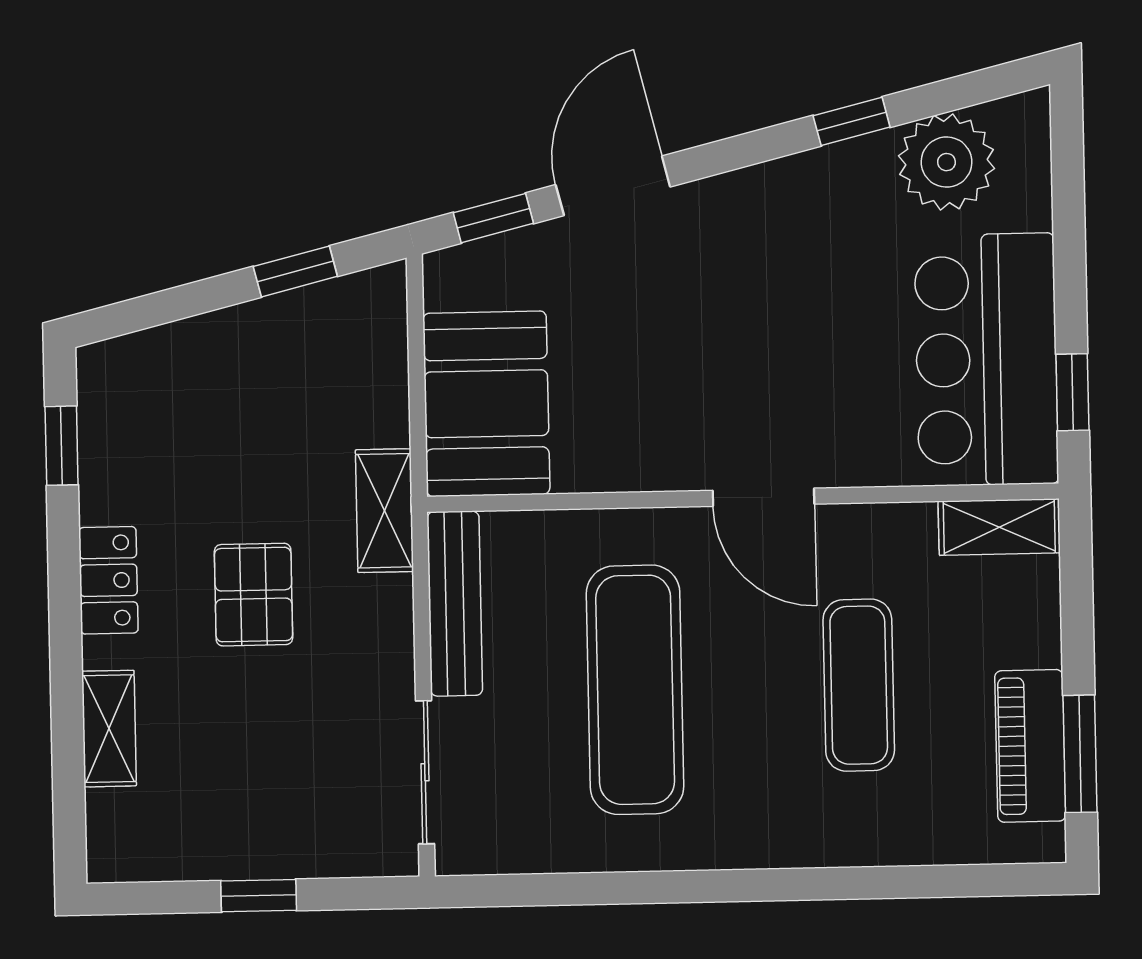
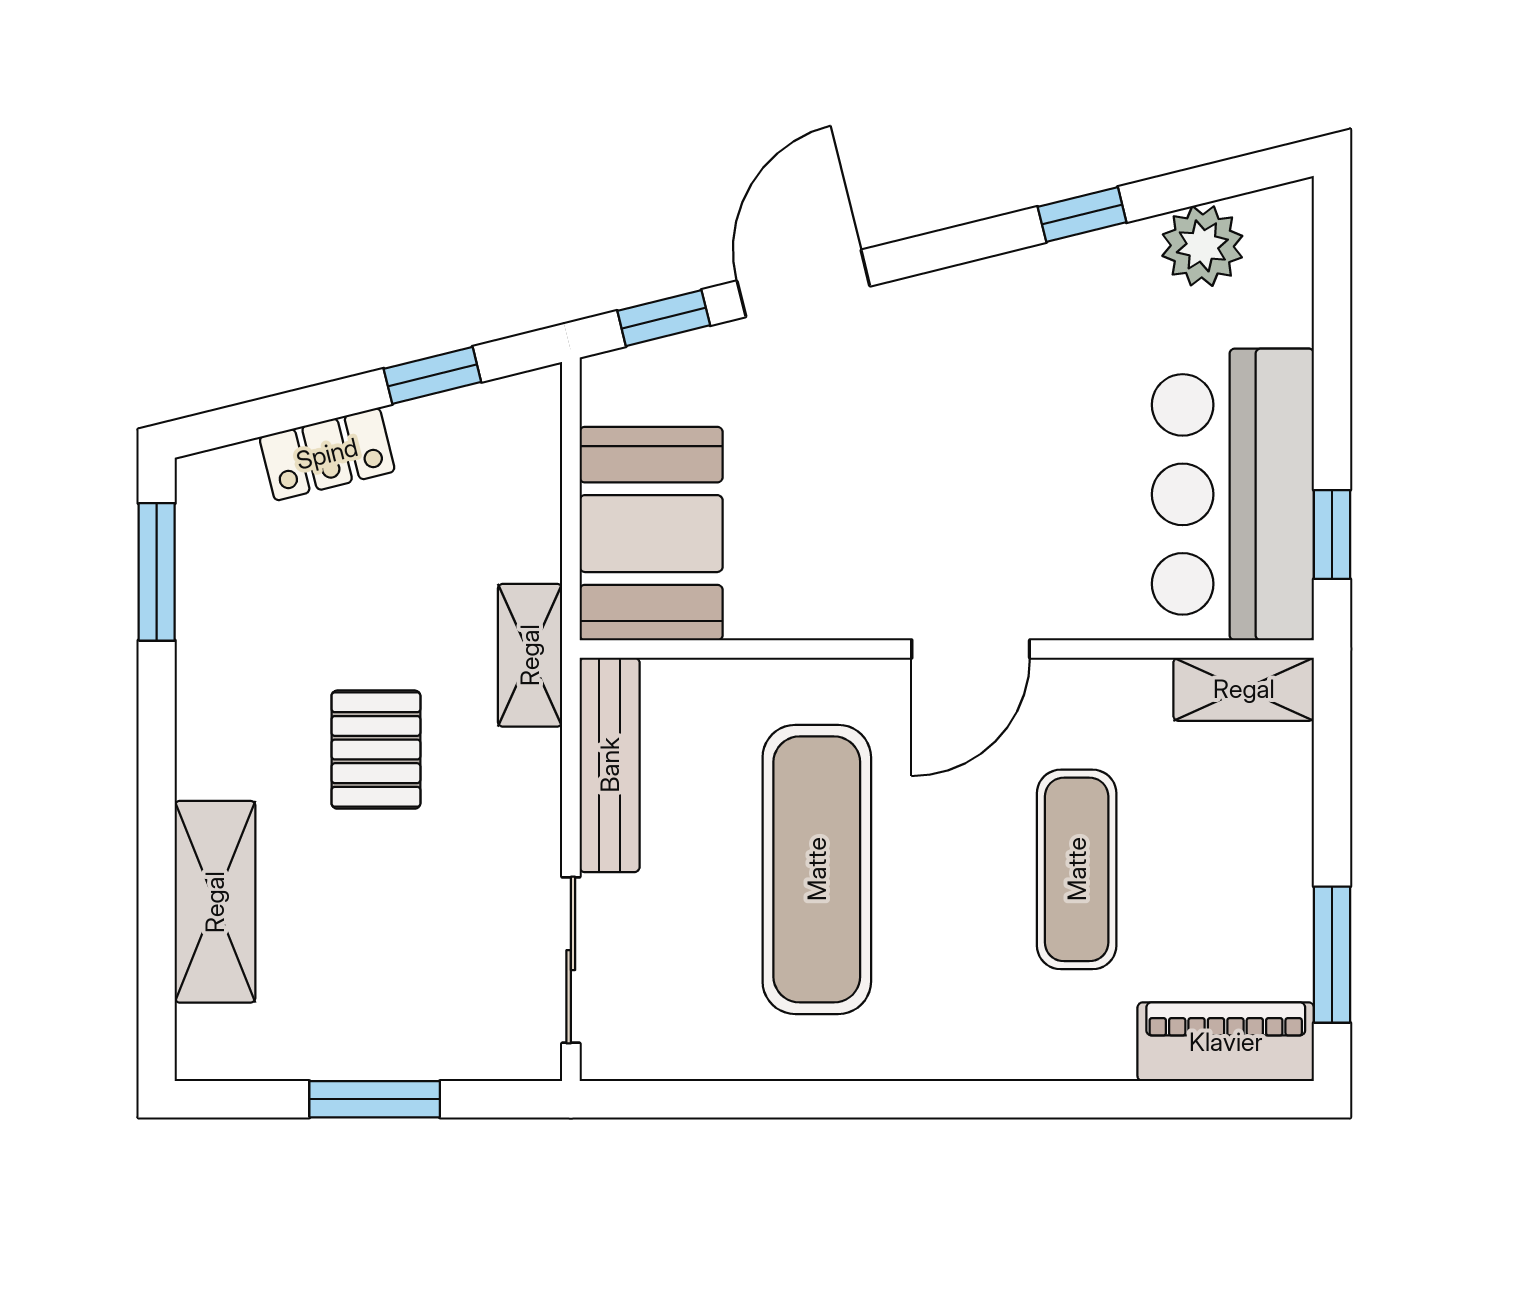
plant: (947, 162) -> (1202, 246), width x0.73, depth x0.73
window: (62, 446) -> (157, 572), width x1.50
door: (764, 497) -> (971, 649), hinge flipped
locker: (108, 580) -> (327, 454), moved, turned 76
shelving: (109, 729) -> (215, 902), width x1.50, depth x1.33
piano: (1030, 746) -> (1226, 1042), moved, turned 90
window: (259, 896) -> (375, 1099), width x1.50

